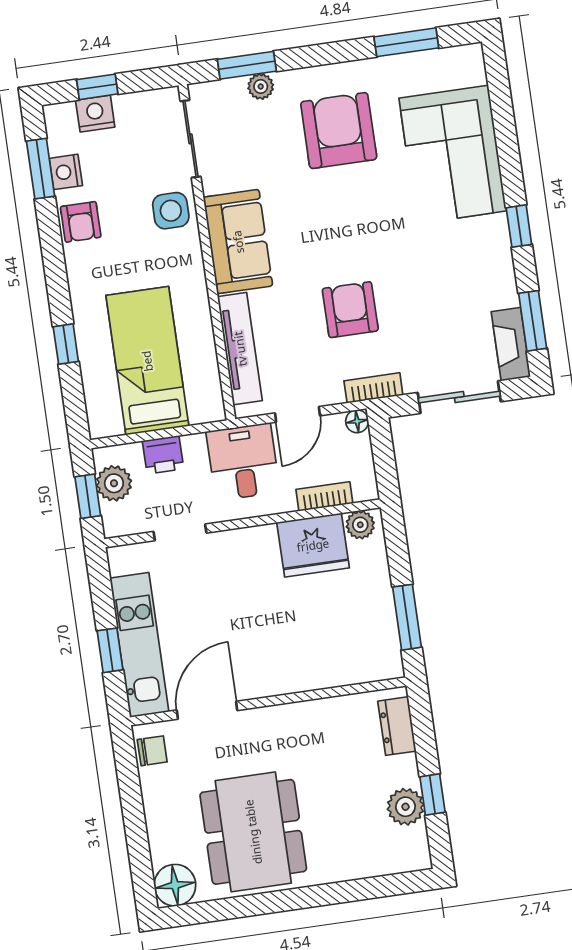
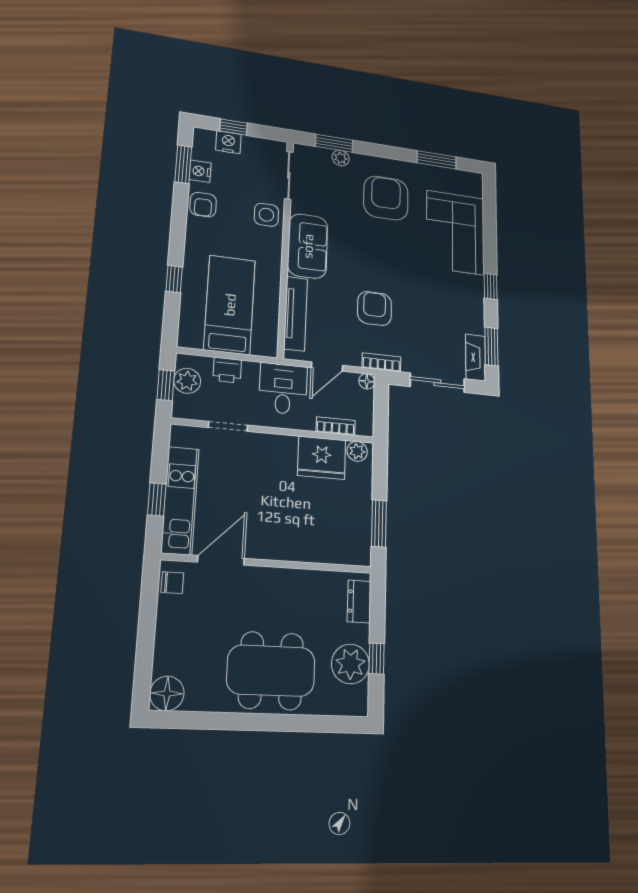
plant: (405, 807) -> (350, 664), width x1.36, depth x1.36
dining table: (253, 832) -> (271, 671), moved, turned 90

